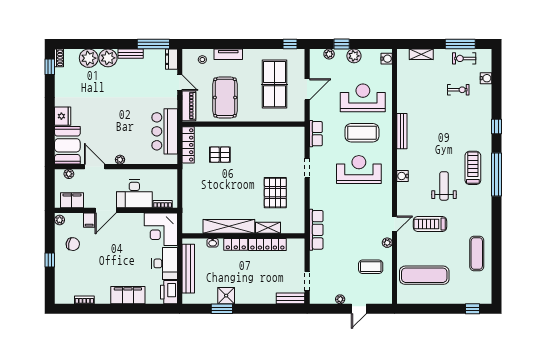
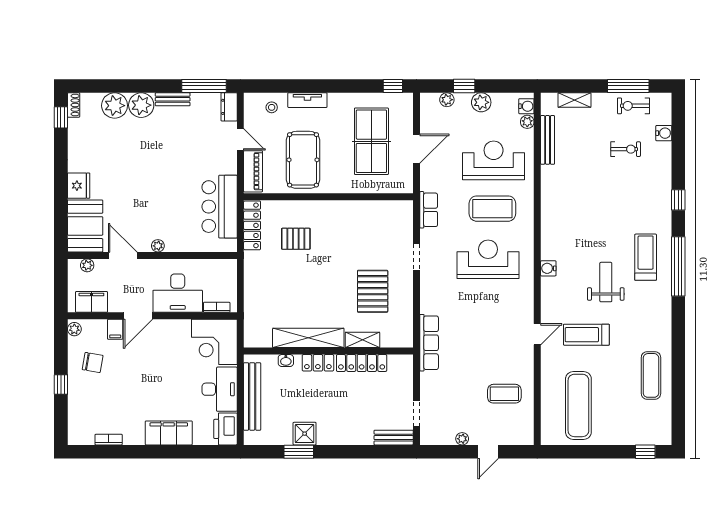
bench: (402, 131) -> (548, 140), moved
plant: (387, 243) -> (527, 122), moved
exercise mat: (424, 275) -> (578, 405), turned 90

